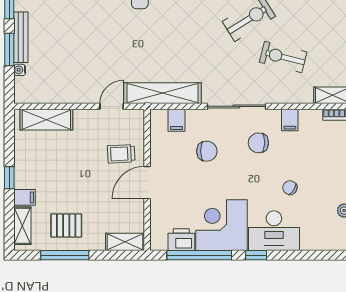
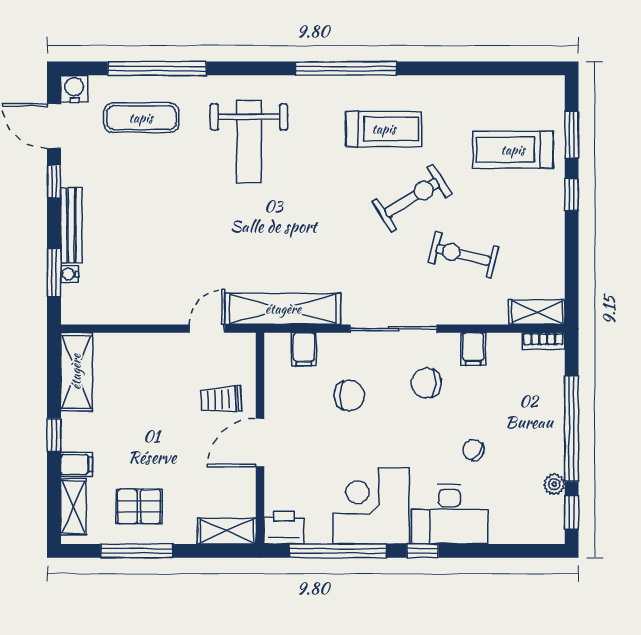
window: (9, 49) -> (54, 273), moved
shelving: (46, 120) -> (76, 372), moved, turned 90
printer: (181, 240) -> (284, 528), moved

